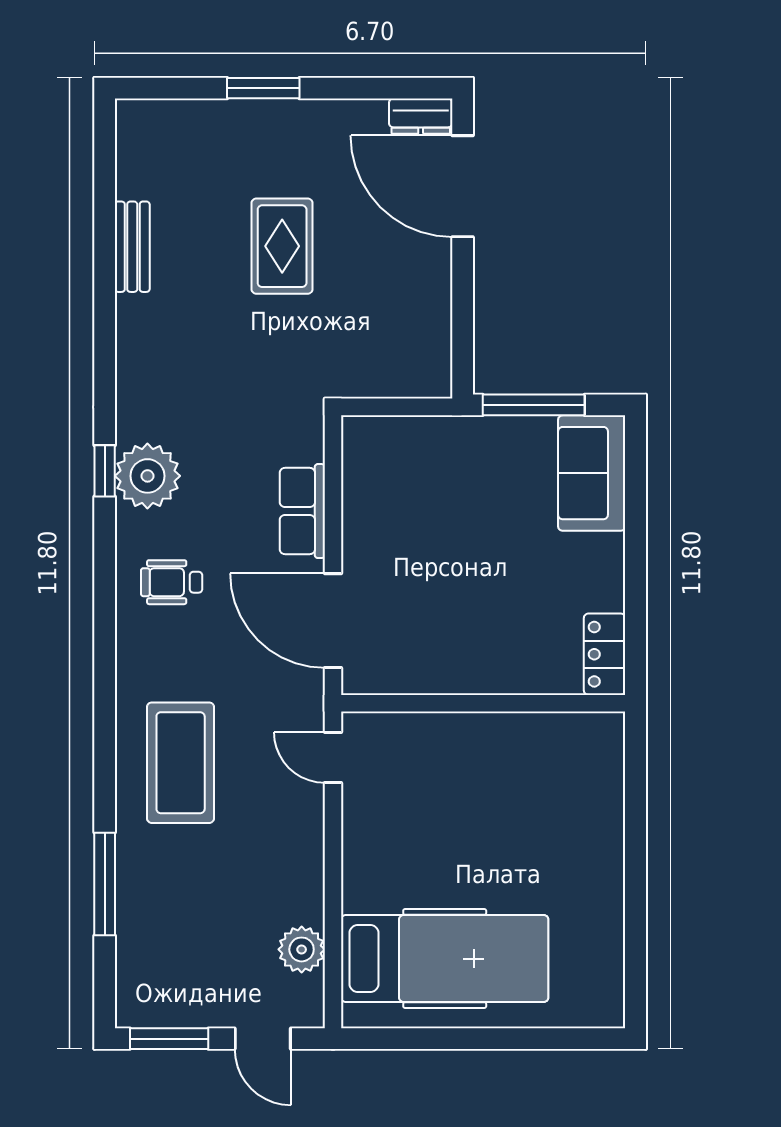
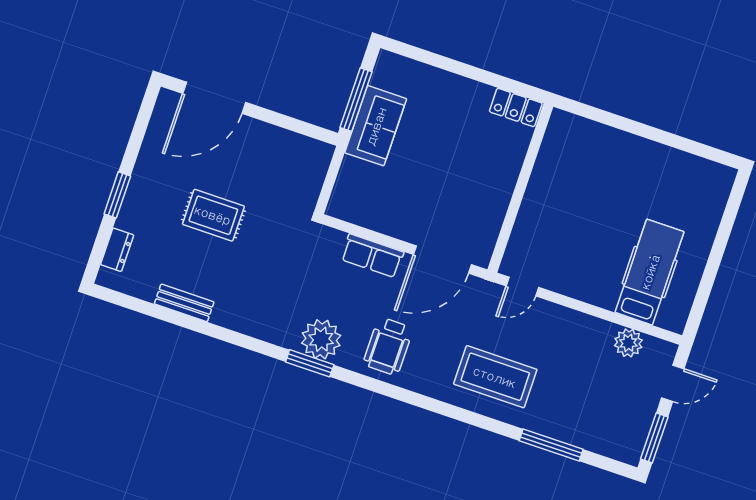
dresser: (421, 116) -> (117, 250), moved
window: (105, 471) -> (310, 363), width x1.50
sofa: (592, 473) -> (376, 126), moved, turned -90
wheelchair: (172, 582) -> (388, 346), width x1.36, depth x1.37
hospital bed: (445, 959) -> (650, 272), width x0.73, depth x0.78

